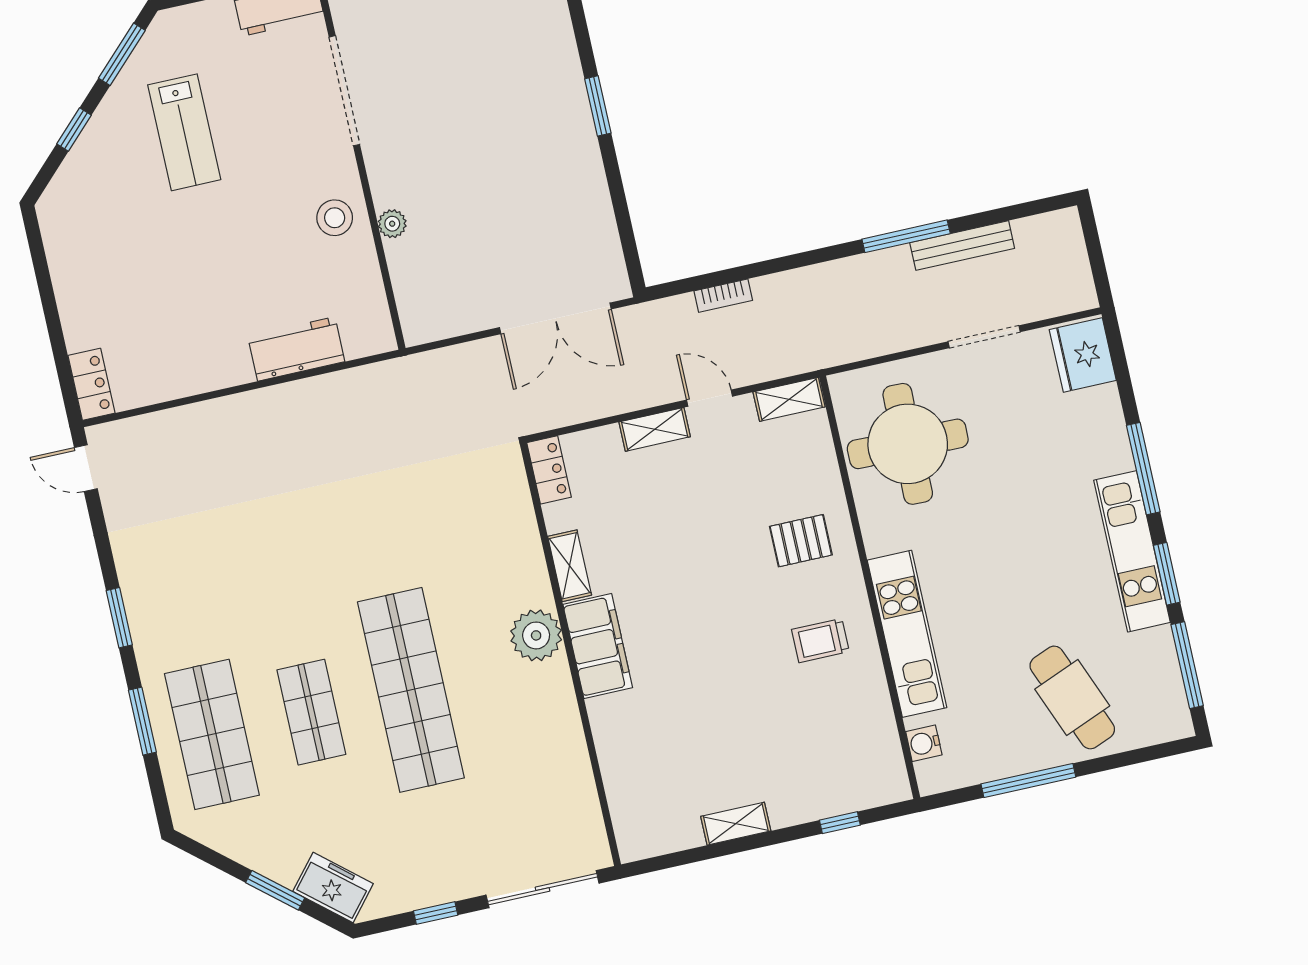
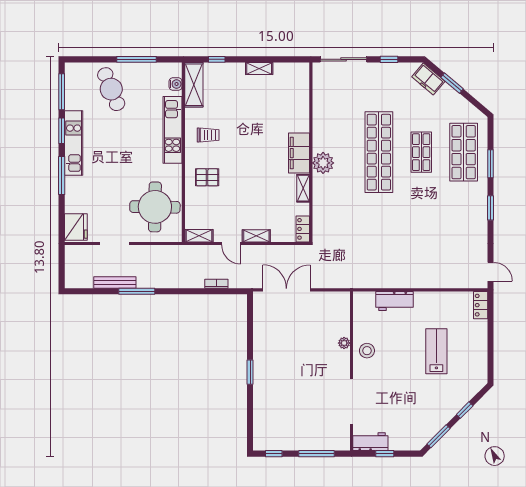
lab bench: (184, 132) -> (436, 351), moved
shelving: (881, 751) -> (194, 85), added

